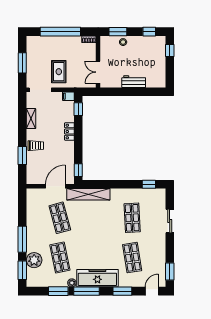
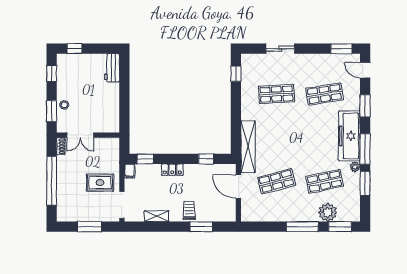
double door: (98, 72) -> (80, 135), moved
workbench: (134, 82) -> (112, 68), moved
window: (78, 170) -> (206, 159), moved

